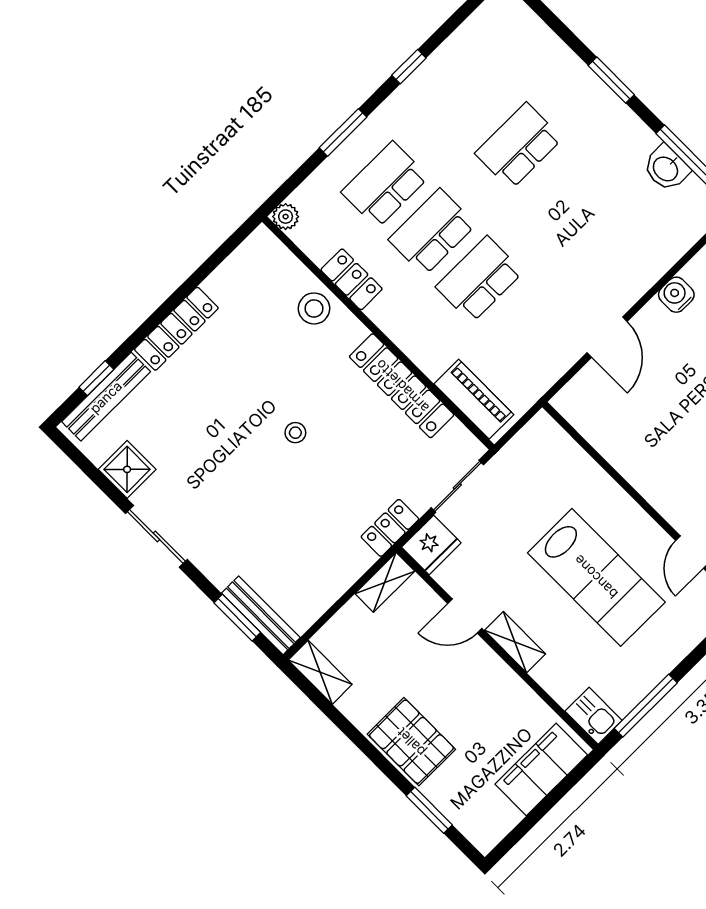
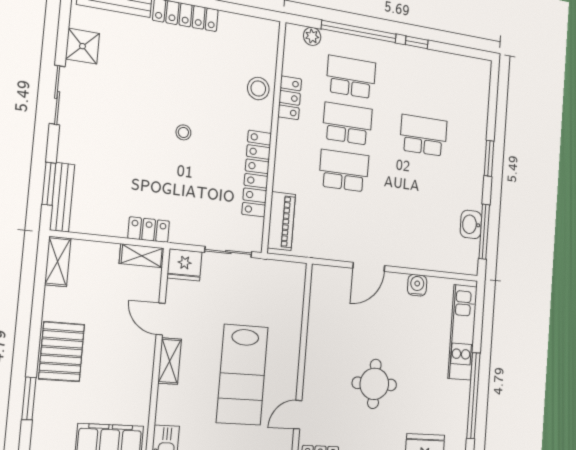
window: (343, 132) -> (359, 32), width x2.11
plant: (286, 217) -> (312, 36), moved
locker: (390, 528) -> (149, 230), moved

